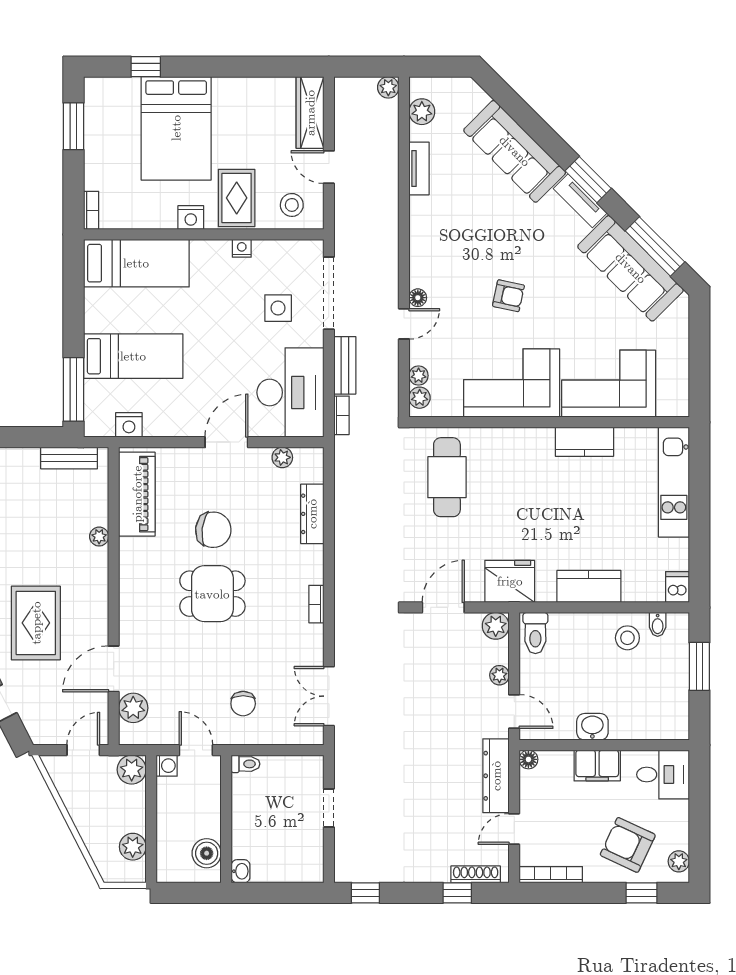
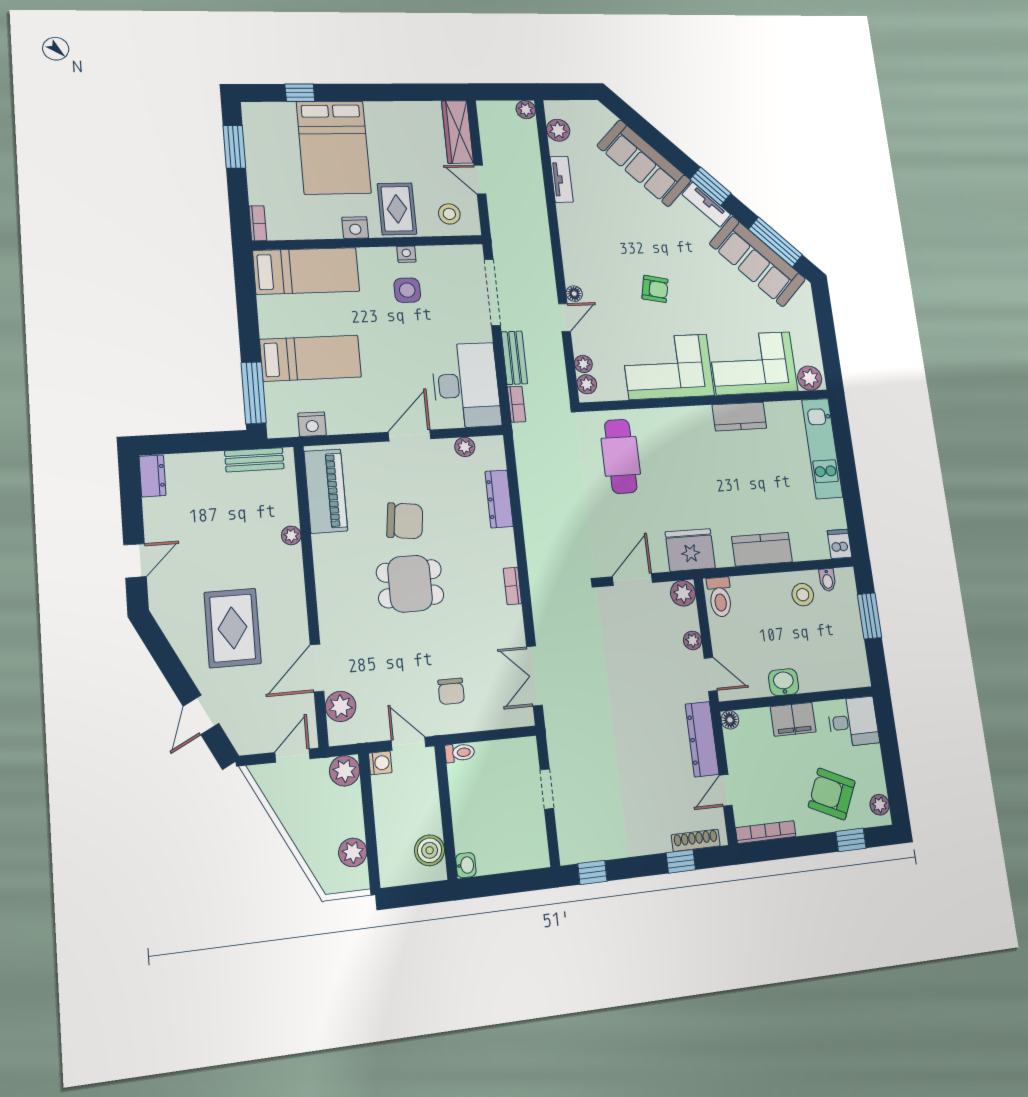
side table: (278, 308) -> (407, 290), moved
plant: (671, 403) -> (810, 378), added

